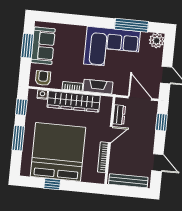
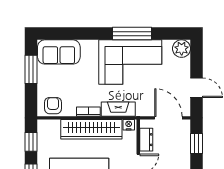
window: (131, 25) -> (132, 34), moved
sofa: (43, 46) -> (59, 52), moved, turned 90
nightstand: (42, 94) -> (129, 125), moved

